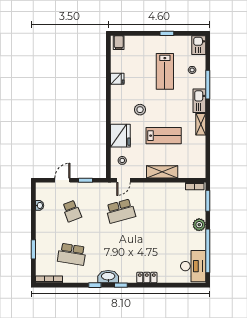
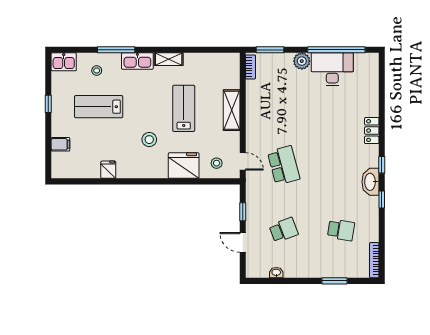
filing cabinet: (119, 43) -> (60, 144), moved
lab bench: (165, 71) -> (99, 107), turned 180
school desk: (72, 254) -> (341, 230), width x0.54
desk: (193, 266) -> (332, 69), moved

